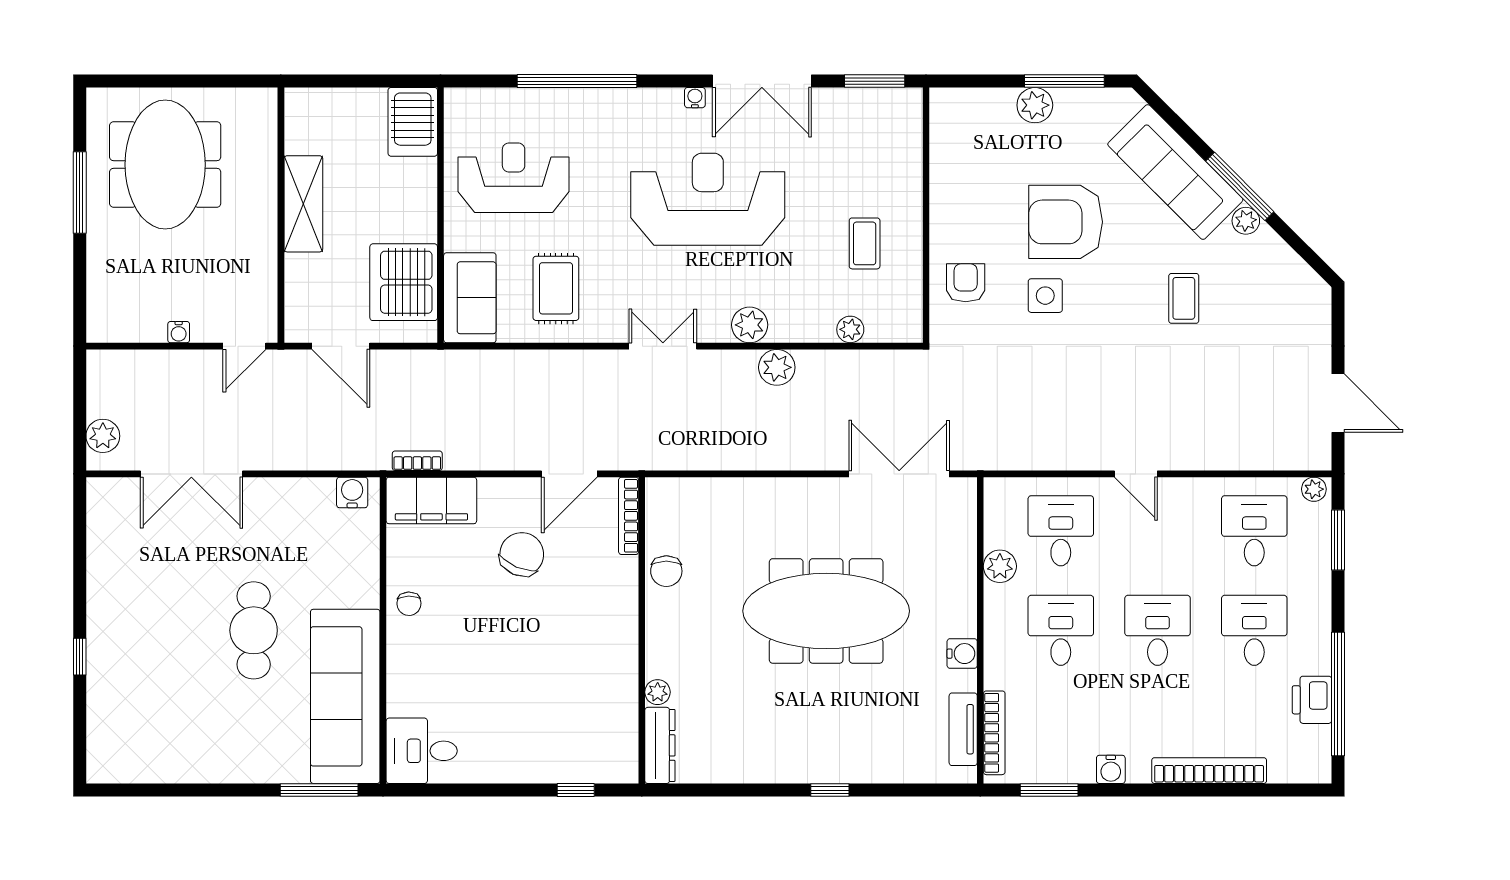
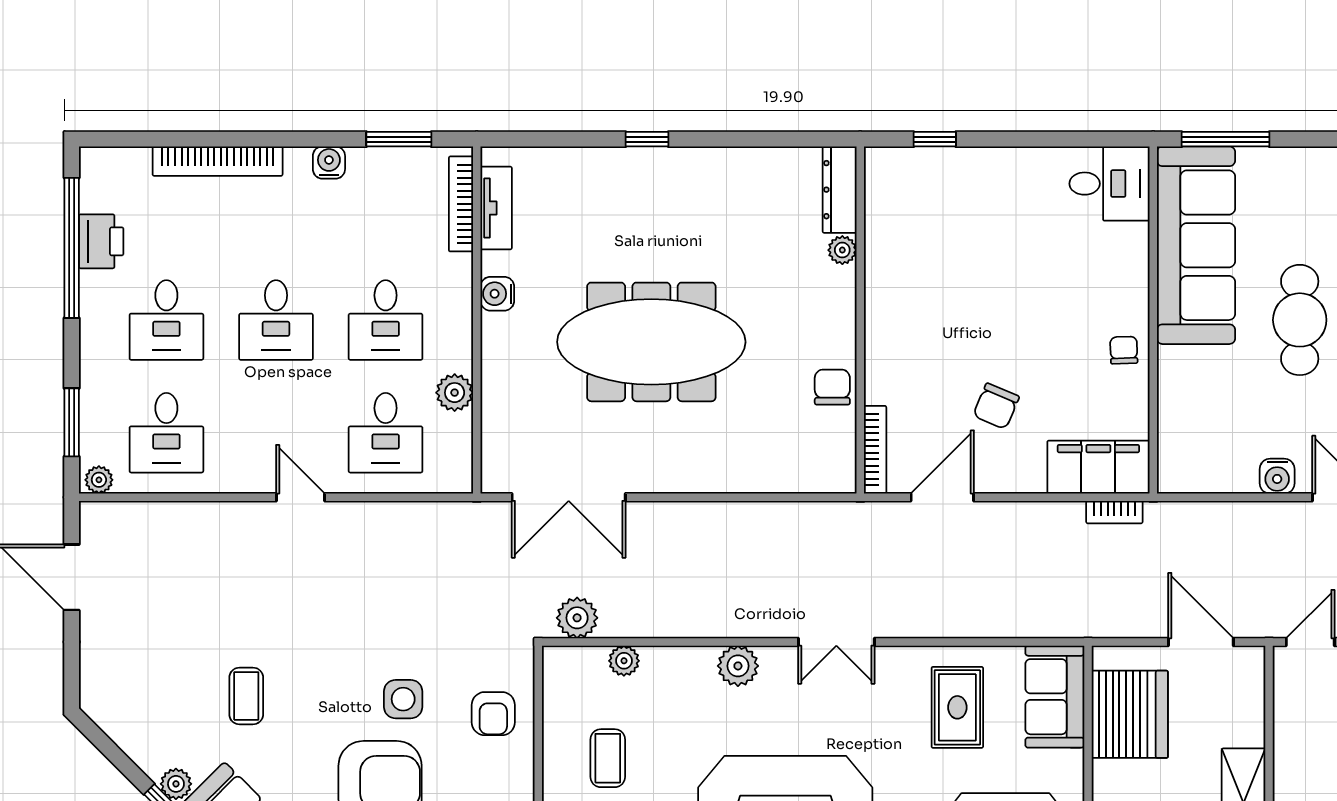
plant: (777, 367) -> (577, 618), moved
water cooler: (352, 492) -> (1277, 476), moved
chair: (522, 554) -> (996, 406), width x0.73, depth x0.73

